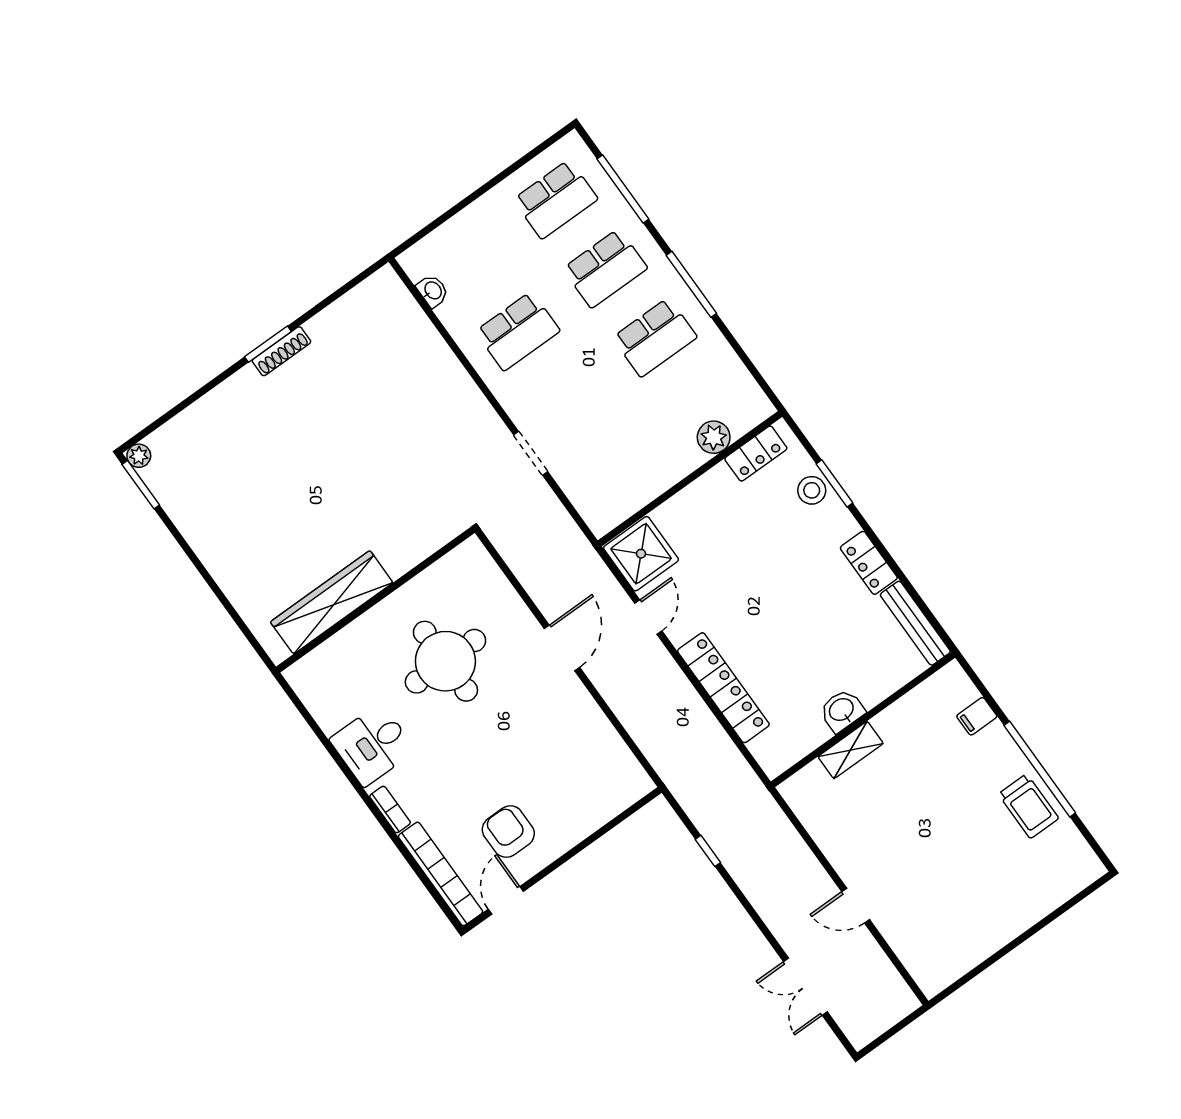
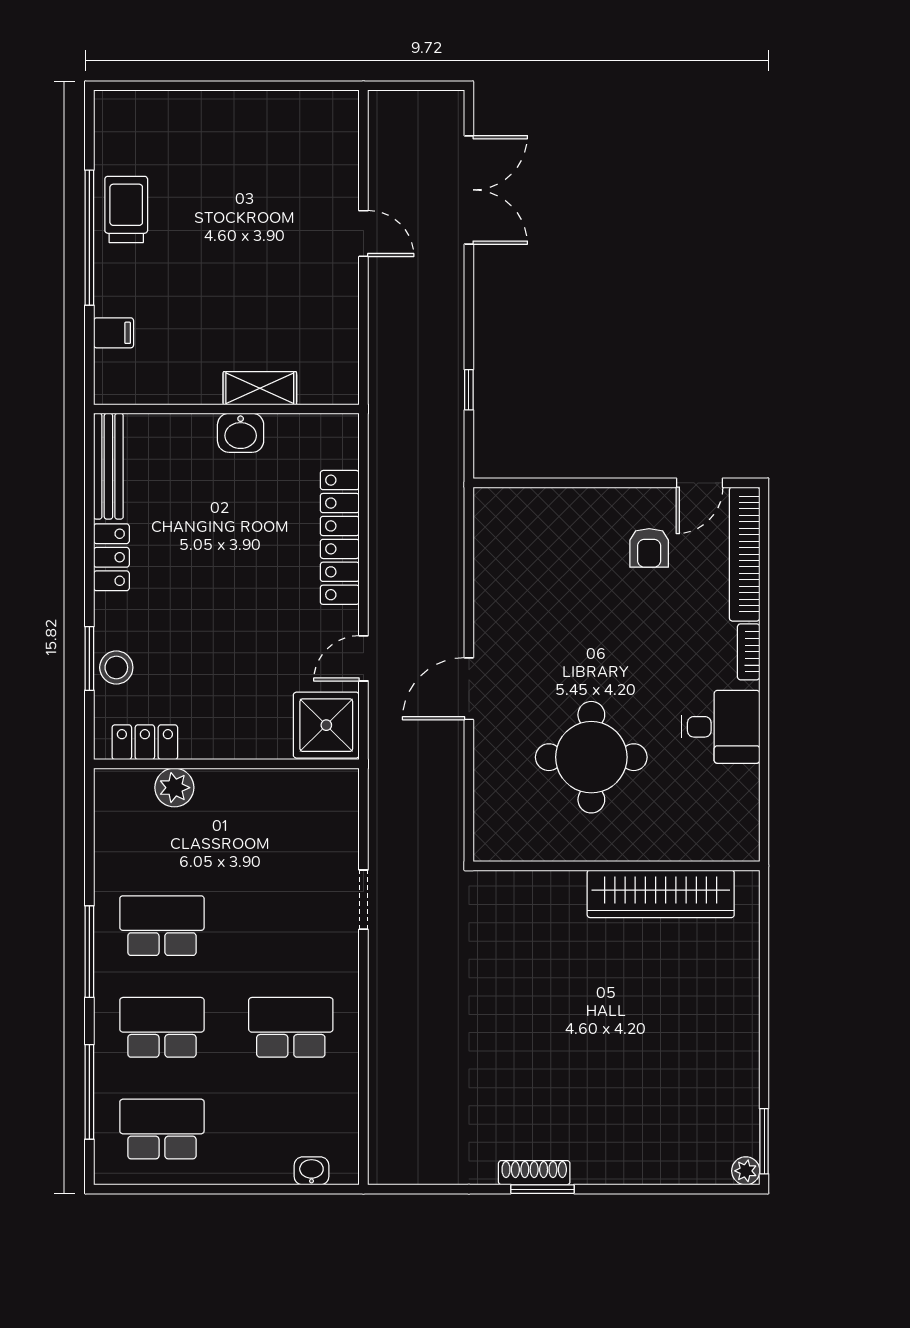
washbasin: (433, 291) -> (311, 1171), moved, turned 90
armchair: (508, 832) -> (649, 548), width x0.72, depth x0.72
double door: (805, 987) -> (469, 190), width x1.37

